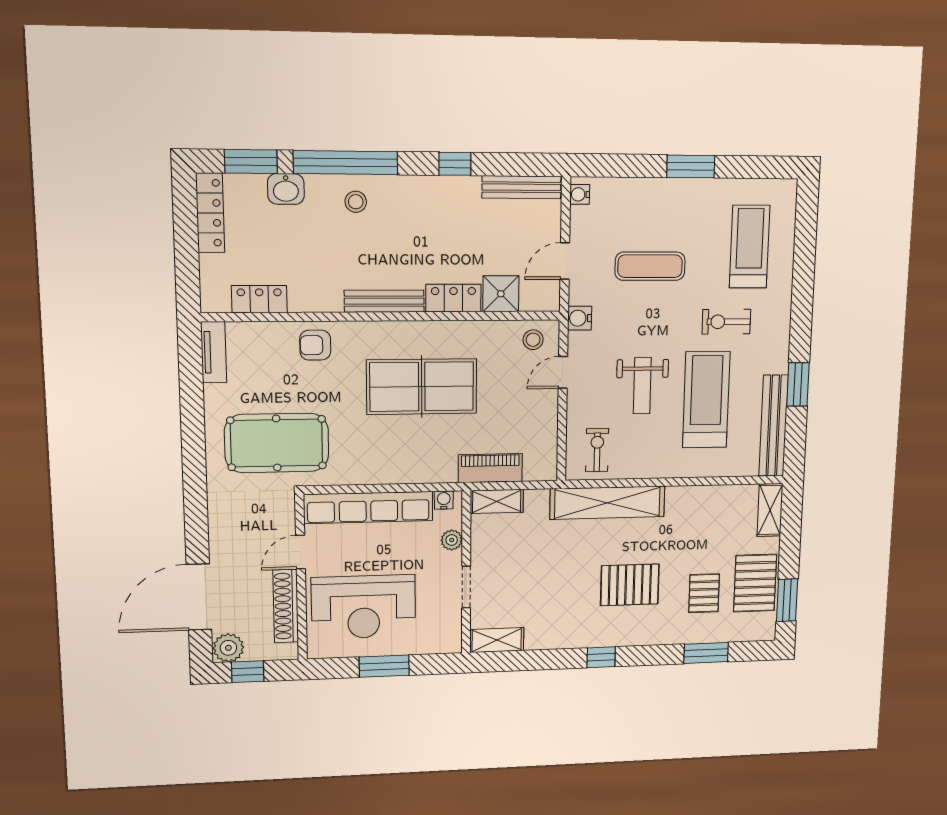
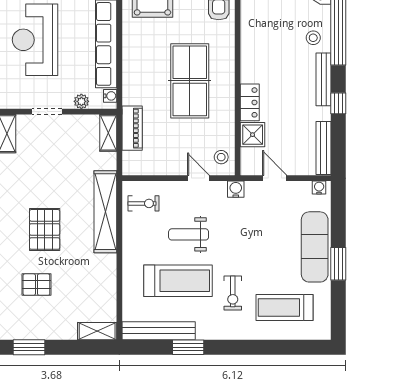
treadmill: (750, 247) -> (285, 308), turned 180
exercise mat: (650, 266) -> (315, 247), moved, width x1.36, depth x1.45
bench: (384, 301) -> (324, 79), moved
exercise bike: (726, 322) -> (233, 293), turned 180
pallet: (755, 583) -> (43, 323), removed

